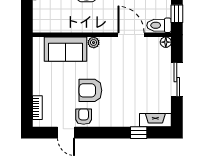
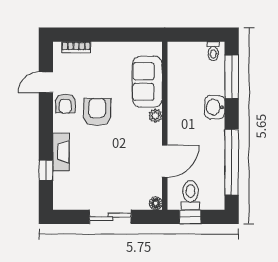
toilet: (159, 25) -> (190, 195), moved
armchair: (84, 117) -> (65, 104), turned 90
fireplace: (155, 120) -> (61, 152), moved

